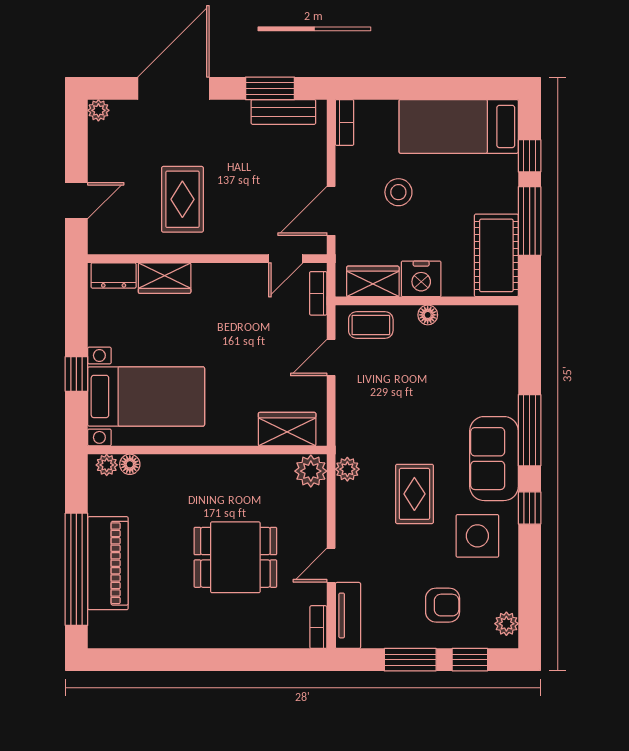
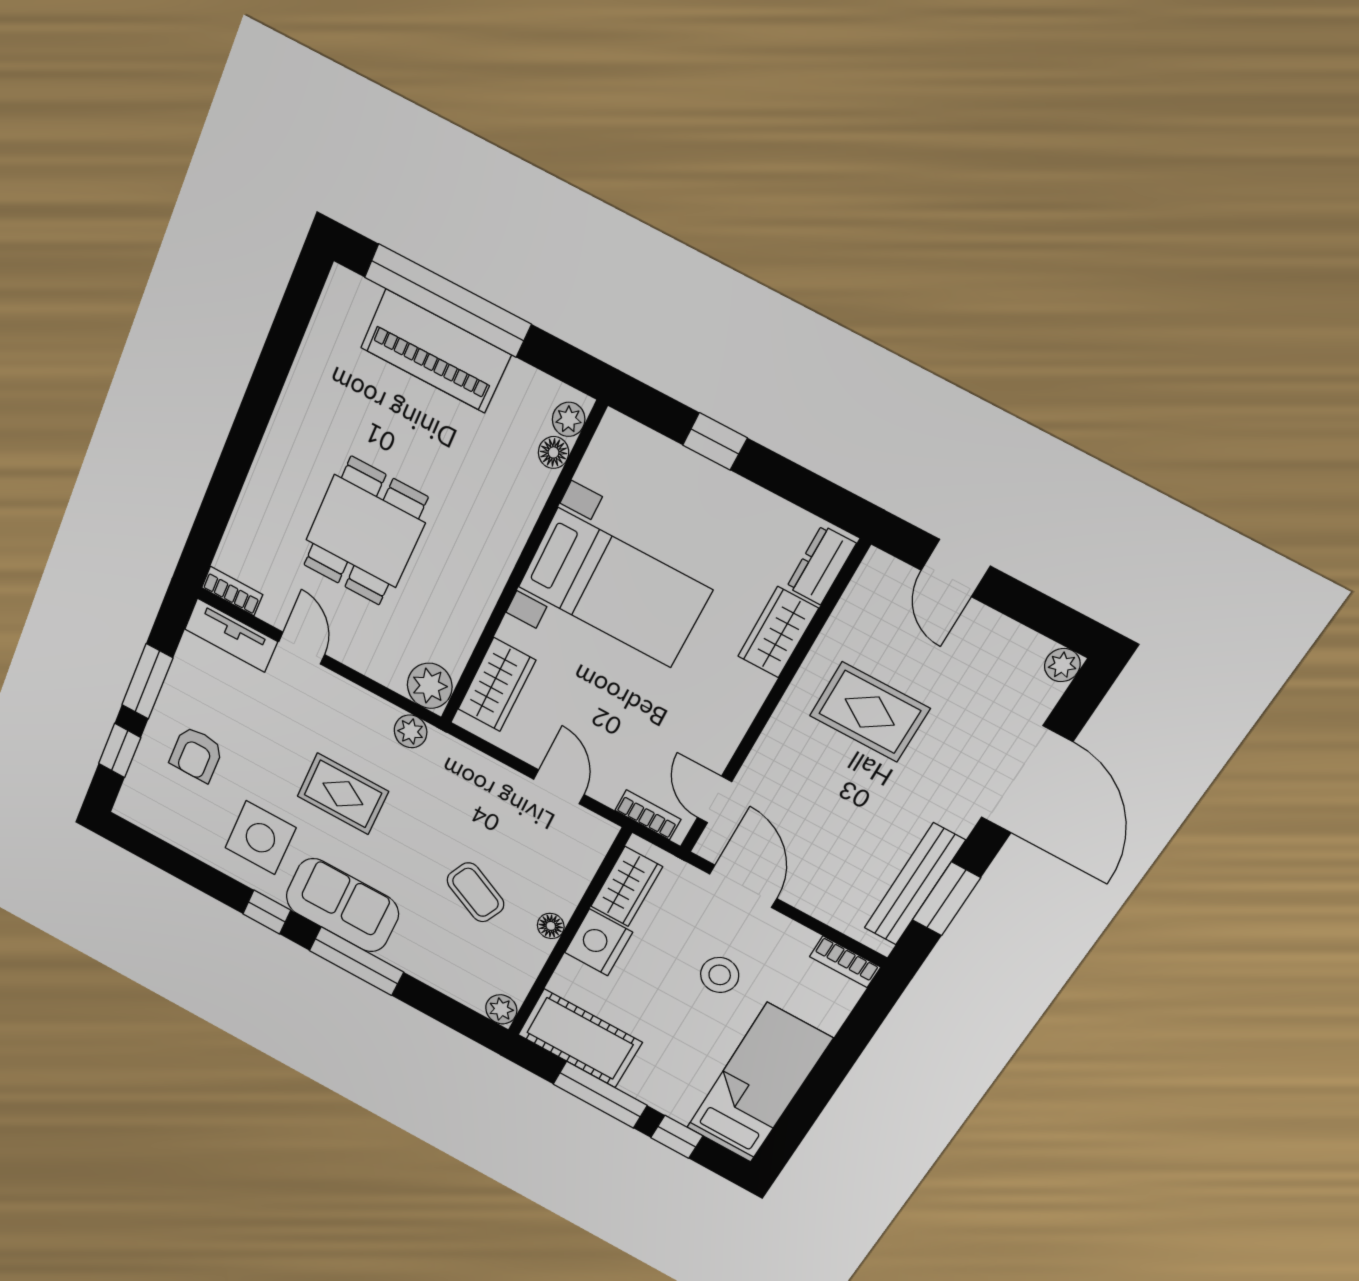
bench: (283, 112) -> (914, 884), width x1.36
coffee table: (371, 325) -> (475, 892), moved, turned -65
bed with nightstands: (146, 396) -> (615, 588), moved, turned -90
plant: (506, 624) -> (501, 1009), moved

